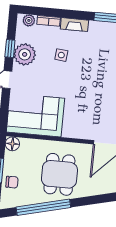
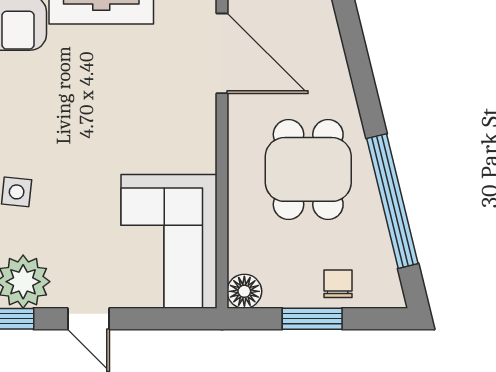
dining table: (59, 174) -> (308, 169), turned 90

